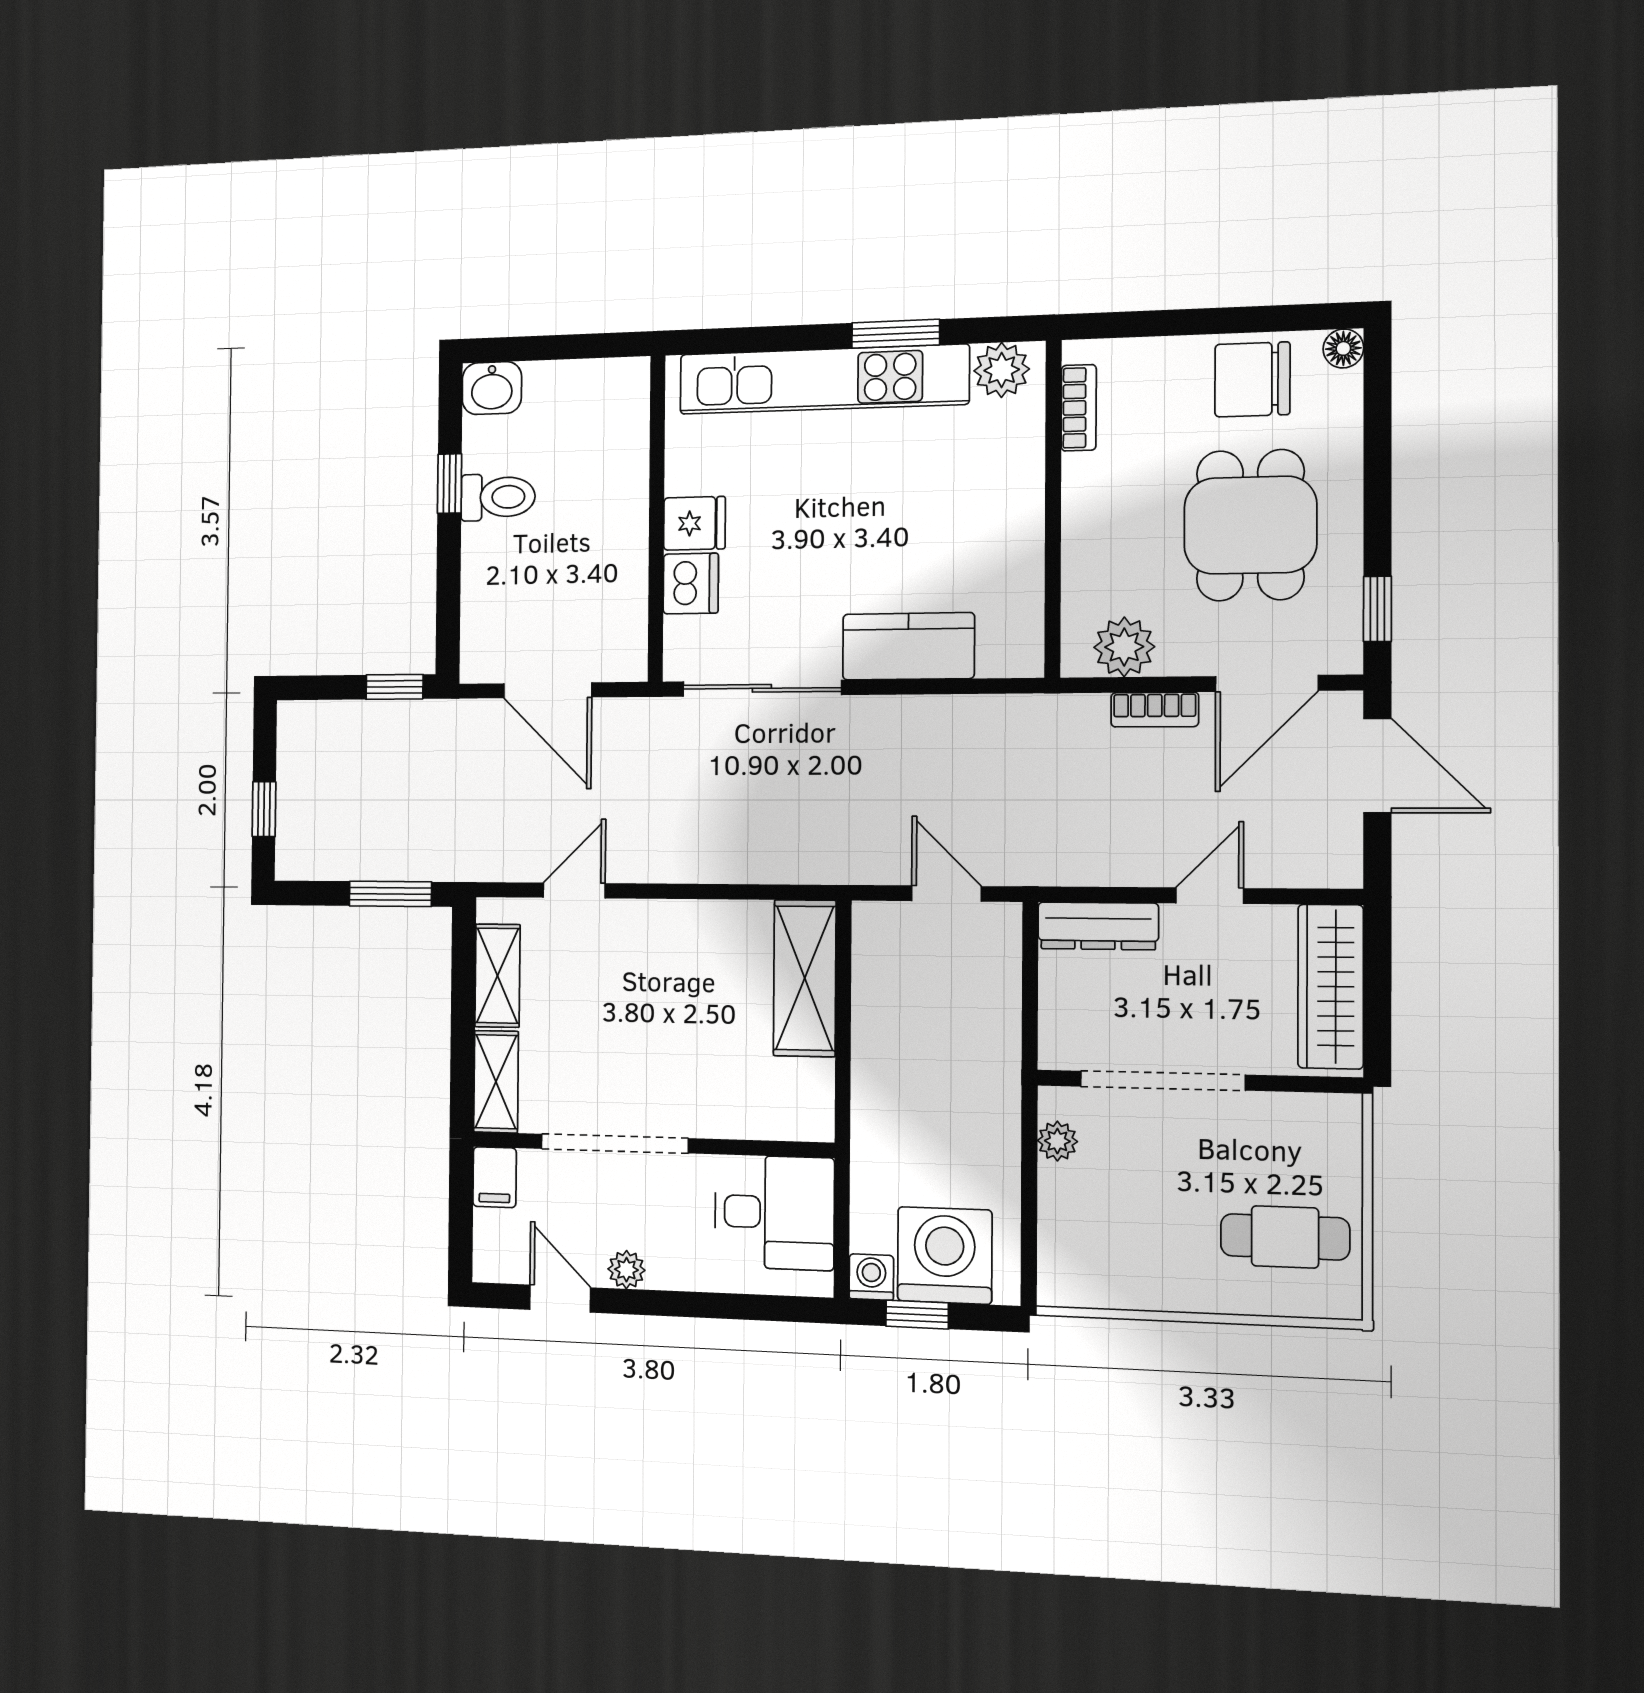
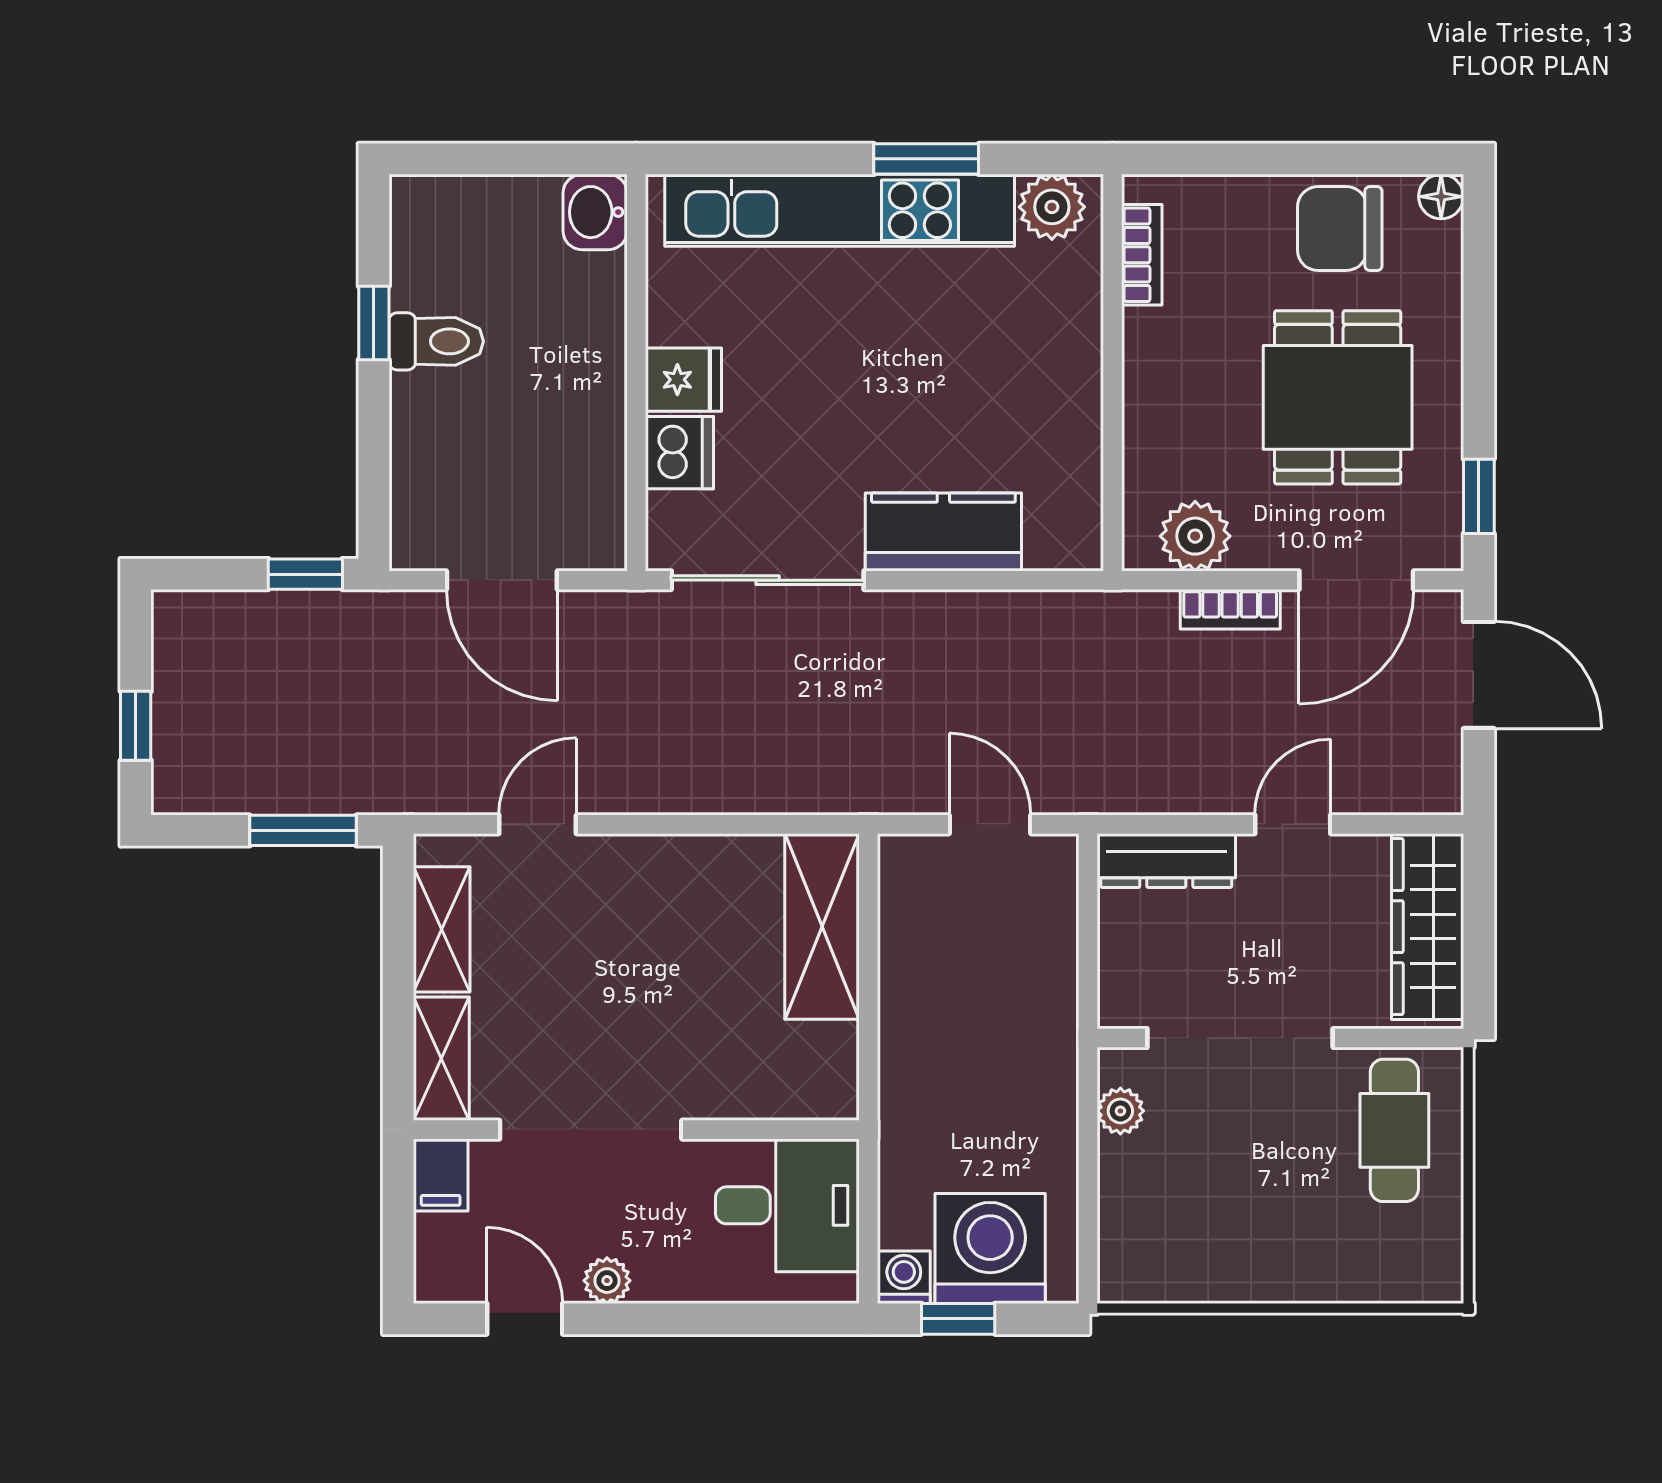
washbasin: (492, 388) -> (595, 212), moved, turned 90
cafe table: (1285, 1237) -> (1394, 1130), moved, turned 90

